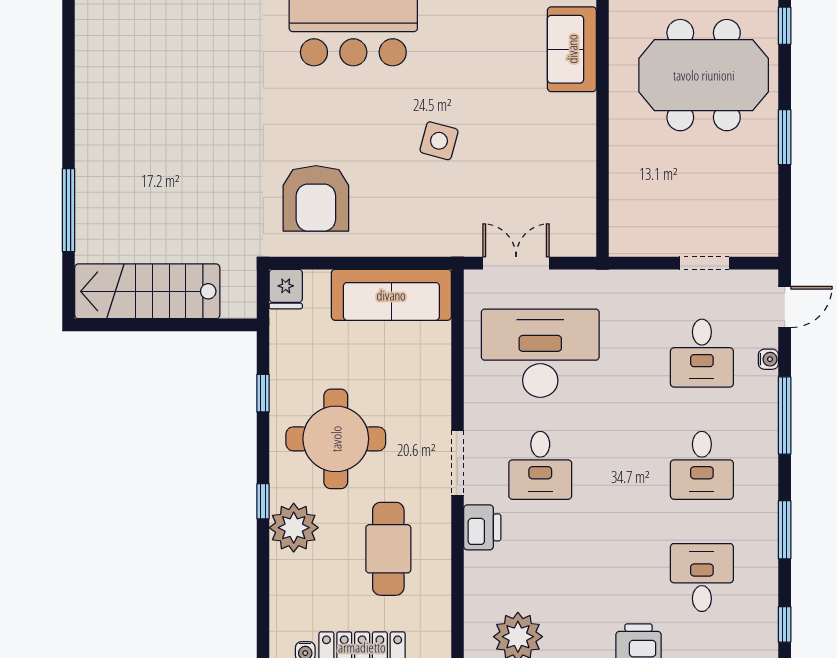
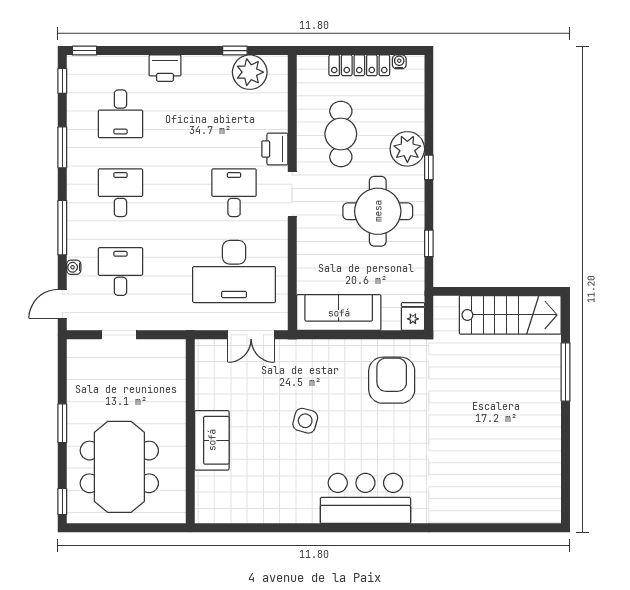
sofa: (572, 49) -> (212, 440), moved
meeting table: (704, 75) -> (119, 467), turned 90

